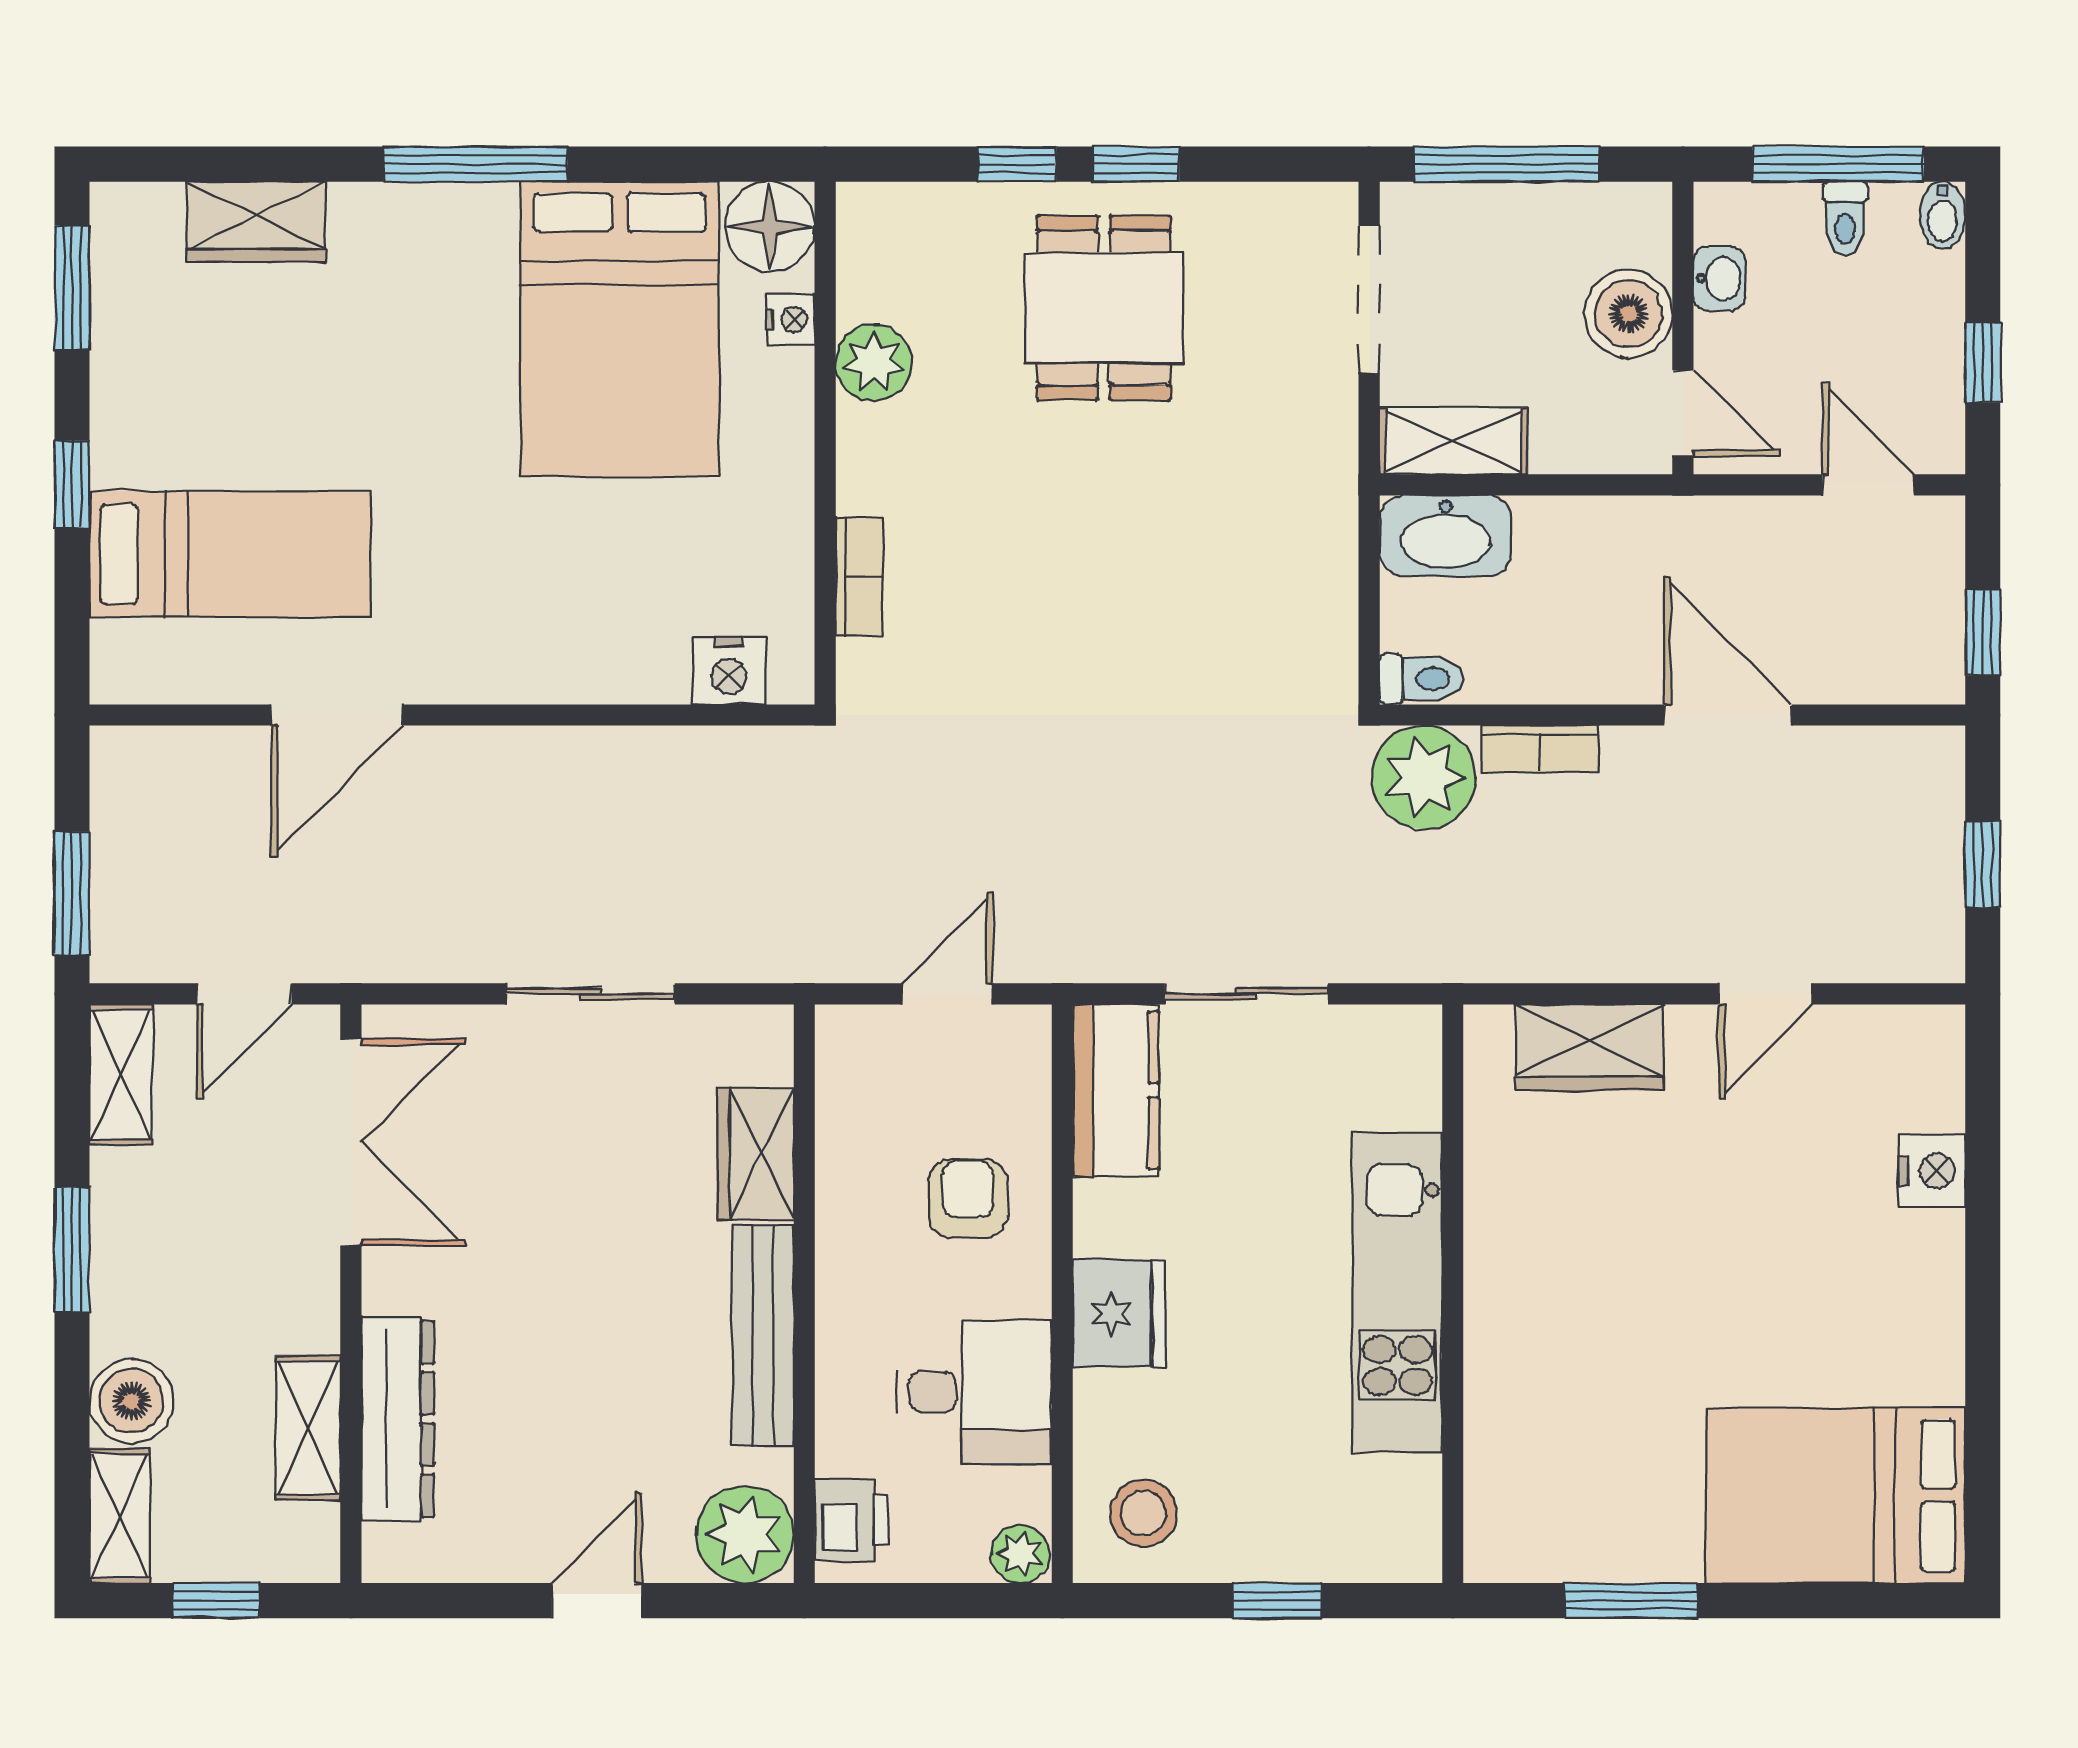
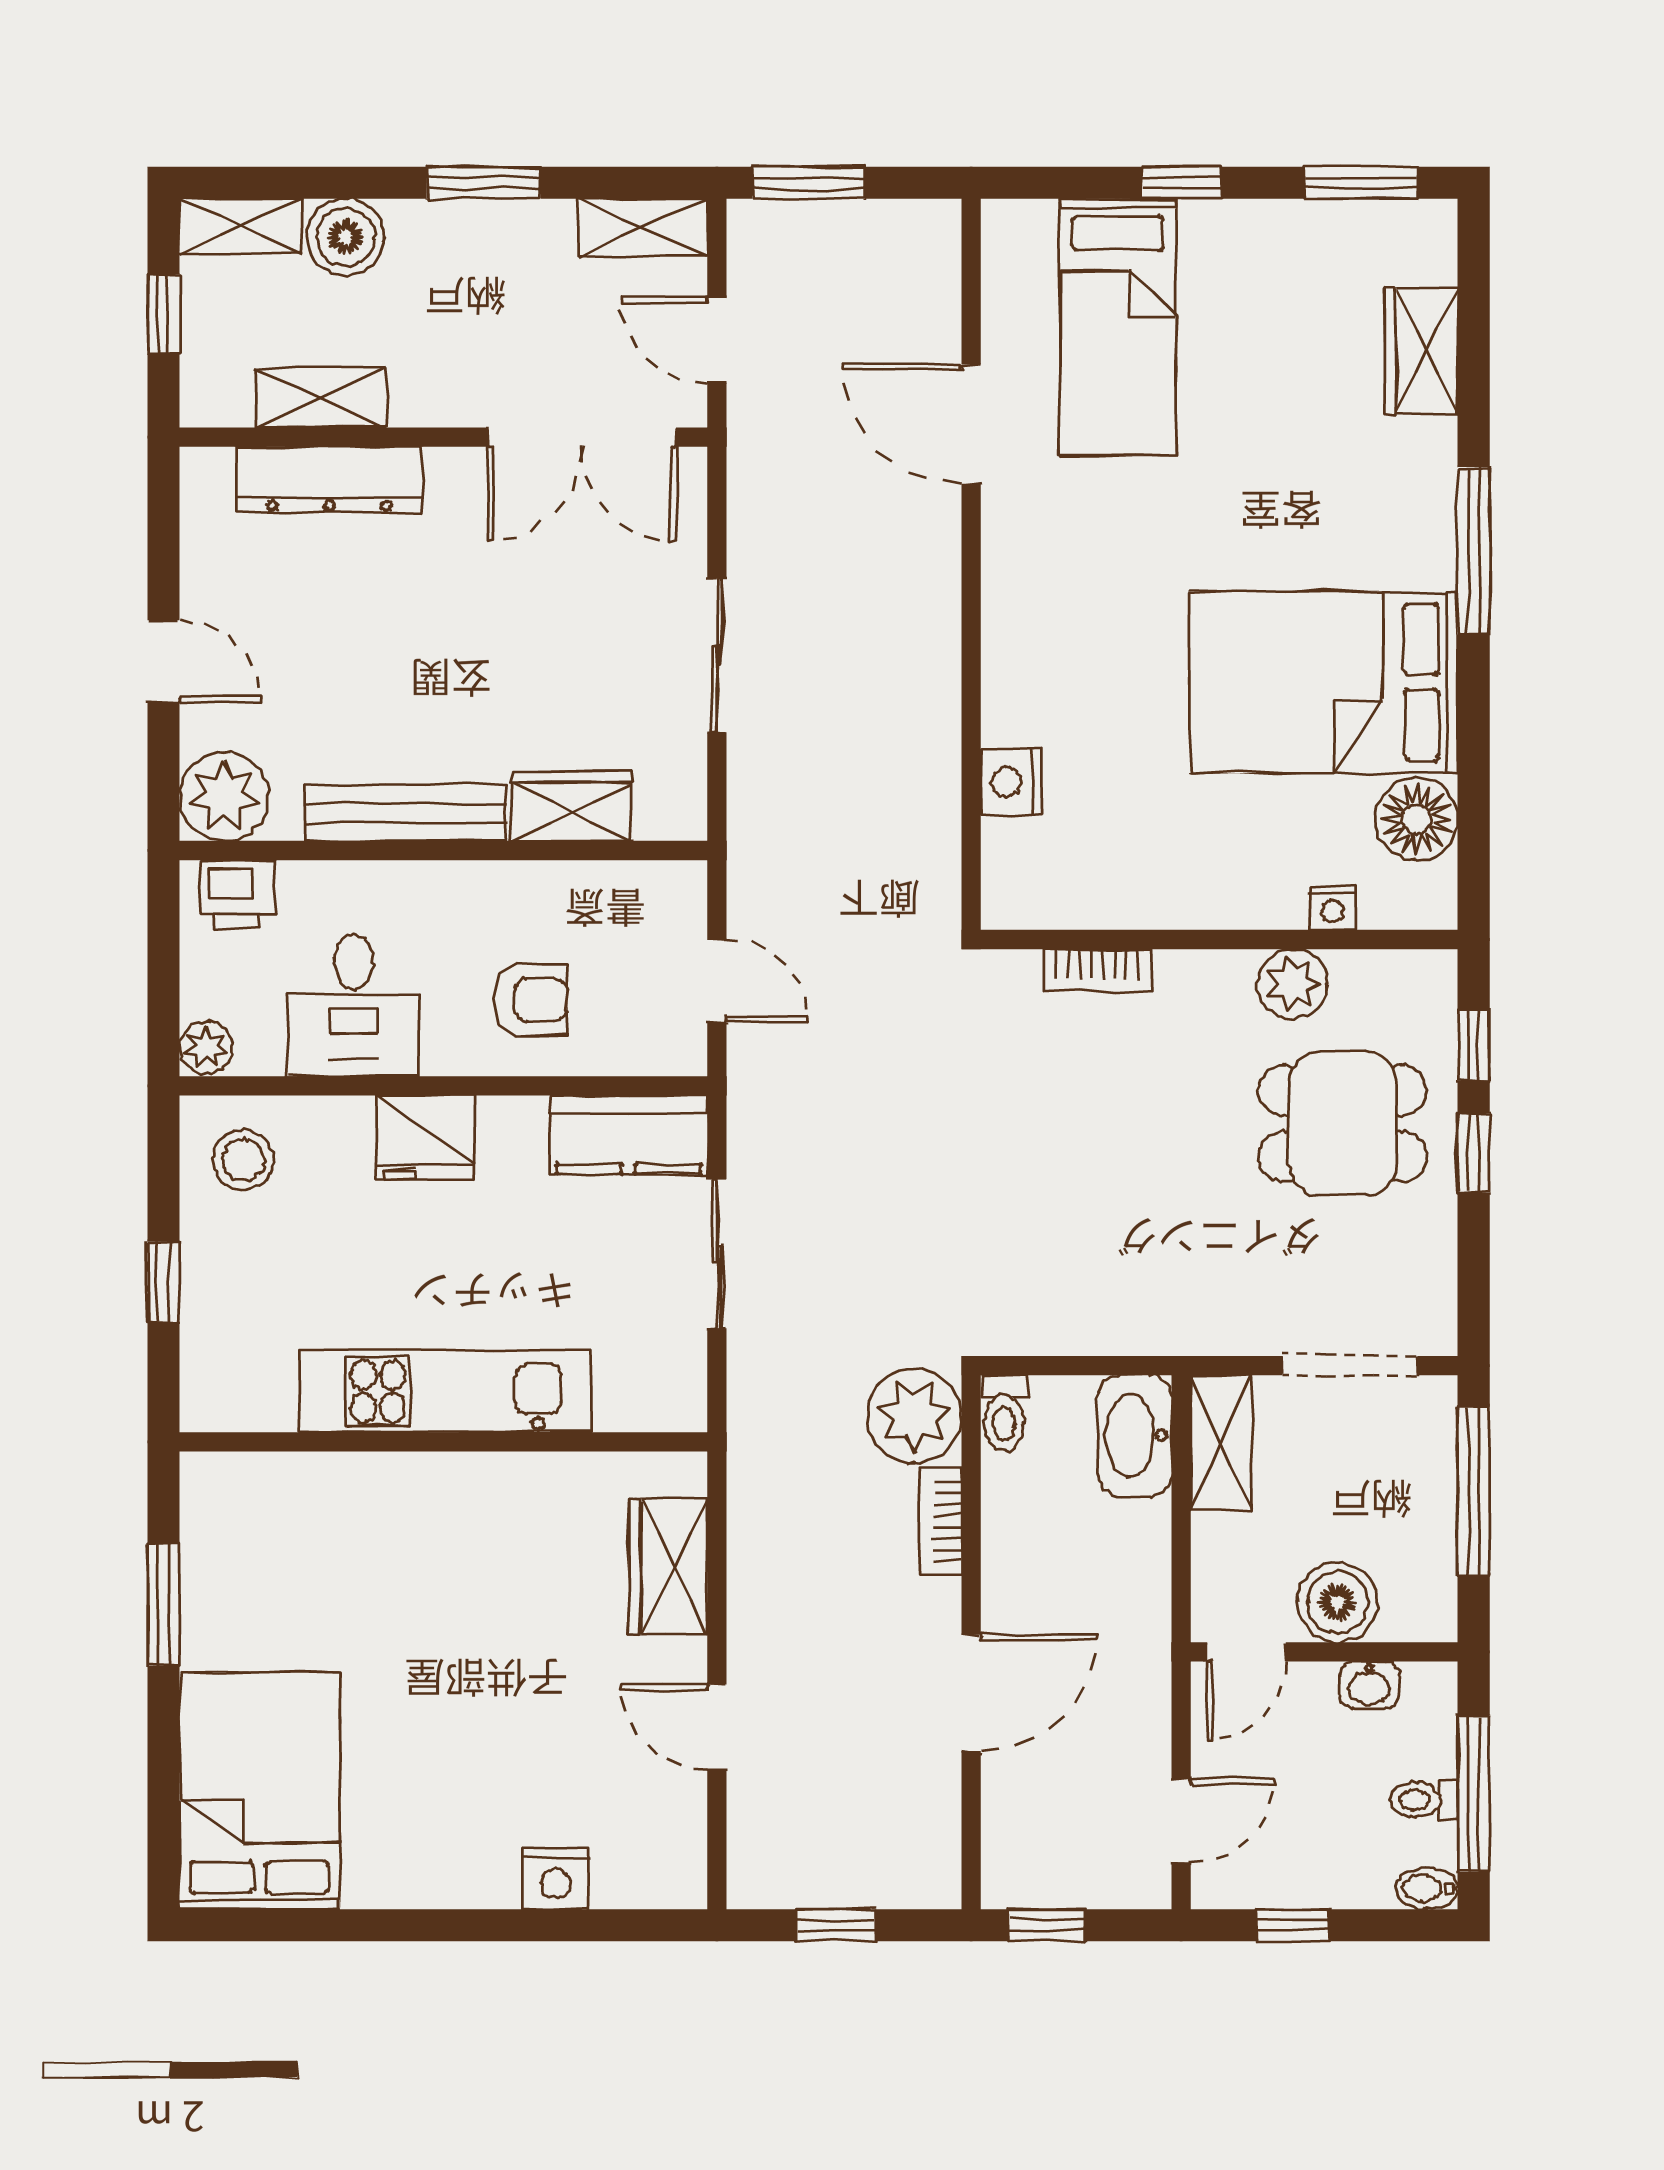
nightstand: (790, 320) -> (1332, 908), moved
plant: (874, 363) -> (1293, 984), moved
wall: (825, 443) -> (1219, 940), moved
bookcase: (859, 577) -> (1097, 971), moved

